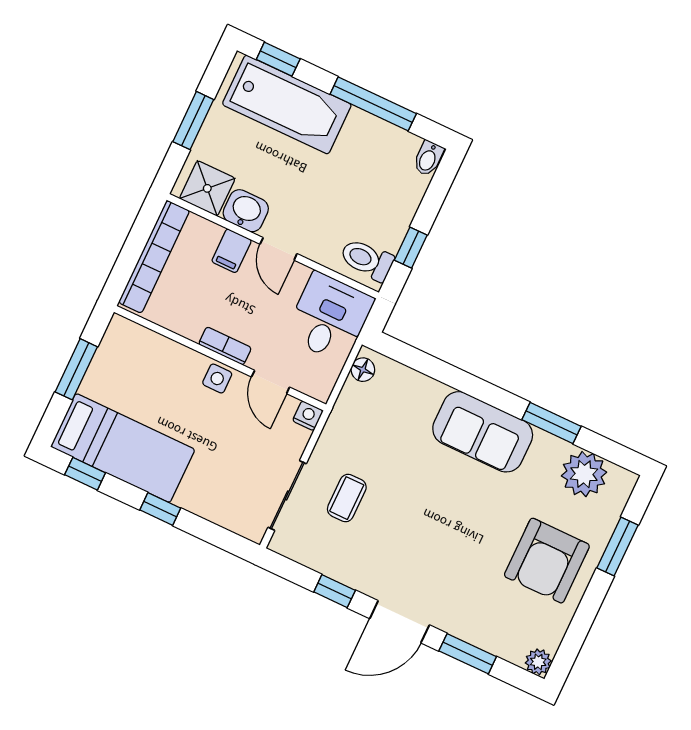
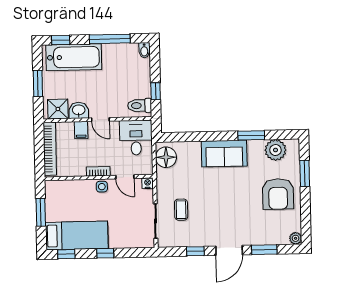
floor lamp: (363, 370) -> (166, 157), width x1.89, depth x1.89

